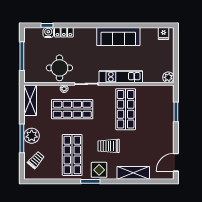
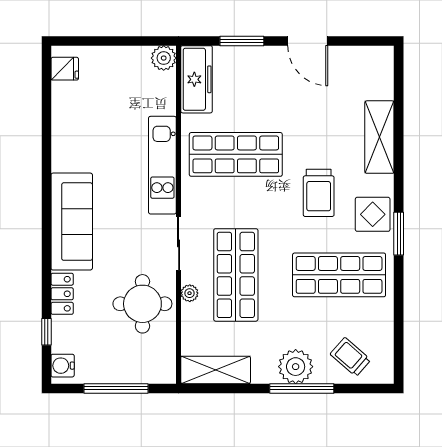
water cooler: (48, 33) -> (63, 366), moved
sofa: (118, 37) -> (72, 222), moved
freezer: (159, 92) -> (196, 79), added
door: (176, 162) -> (308, 41), moved

